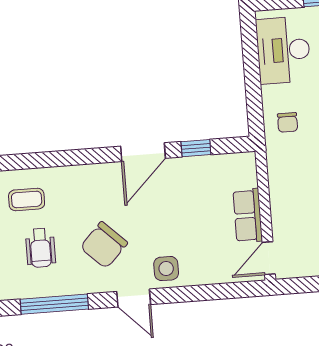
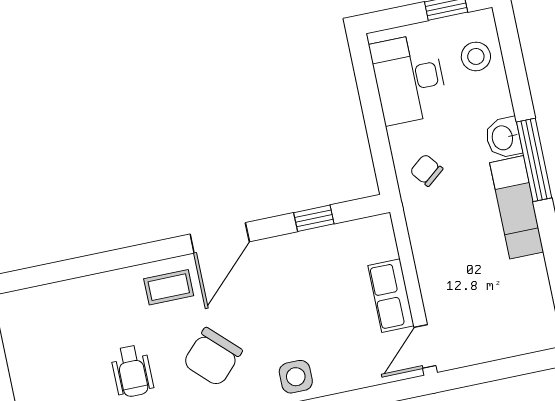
chair: (288, 122) -> (426, 170), turned 141
door: (143, 152) -> (220, 238), moved
coffee table: (27, 199) -> (169, 287), moved

